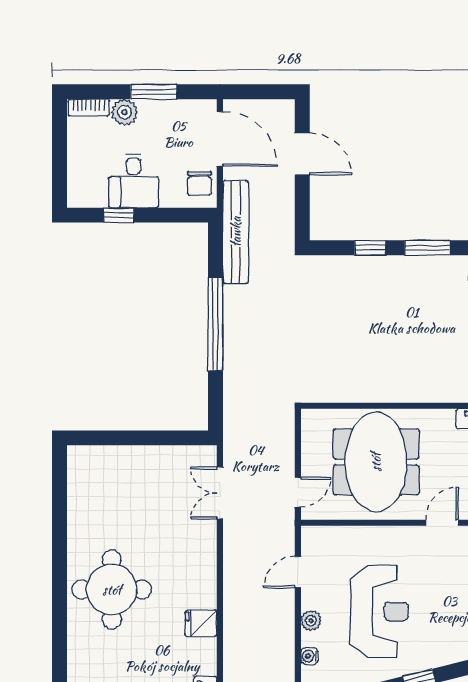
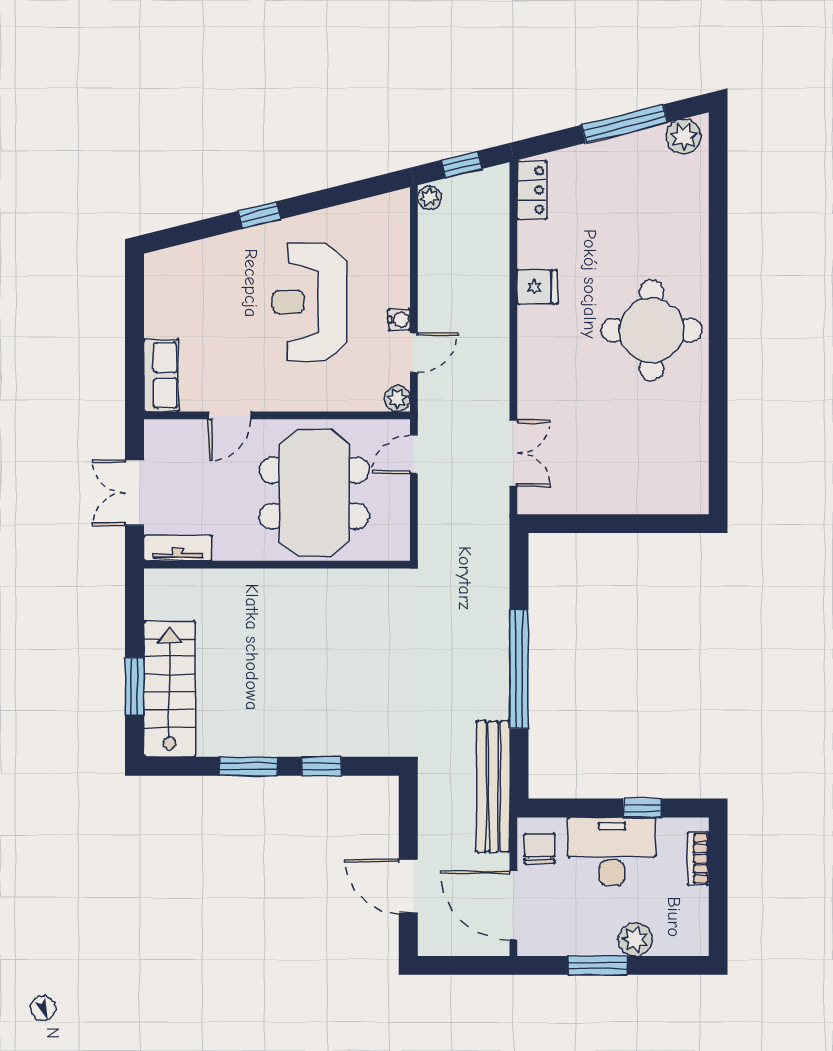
bookcase: (89, 107) -> (698, 859), moved, turned -90
desk: (134, 181) -> (612, 852), width x1.37
plant: (311, 621) -> (397, 399), moved
water cooler: (309, 656) -> (399, 320), moved

